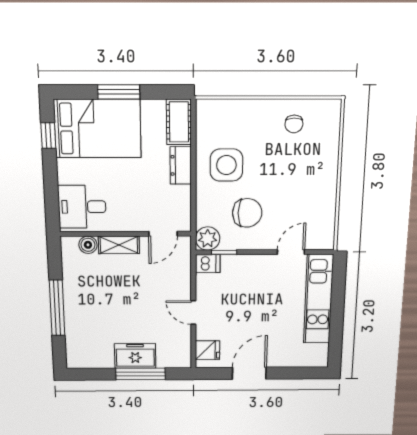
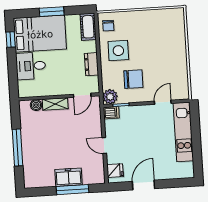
chair: (294, 124) -> (108, 26), moved
dresser: (181, 165) -> (91, 64), moved
desk: (82, 207) -> (31, 66), moved

